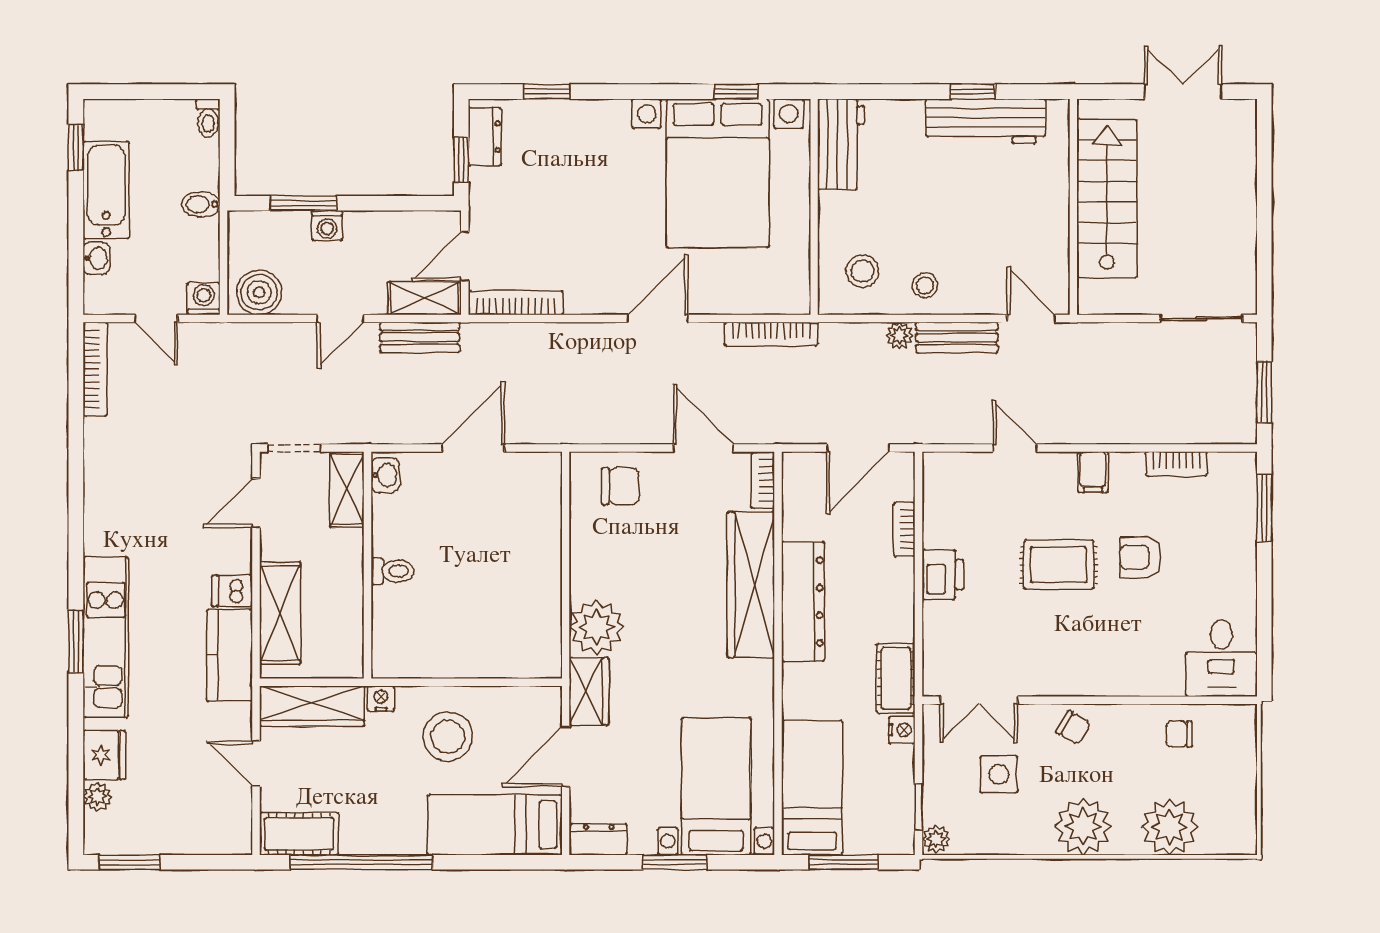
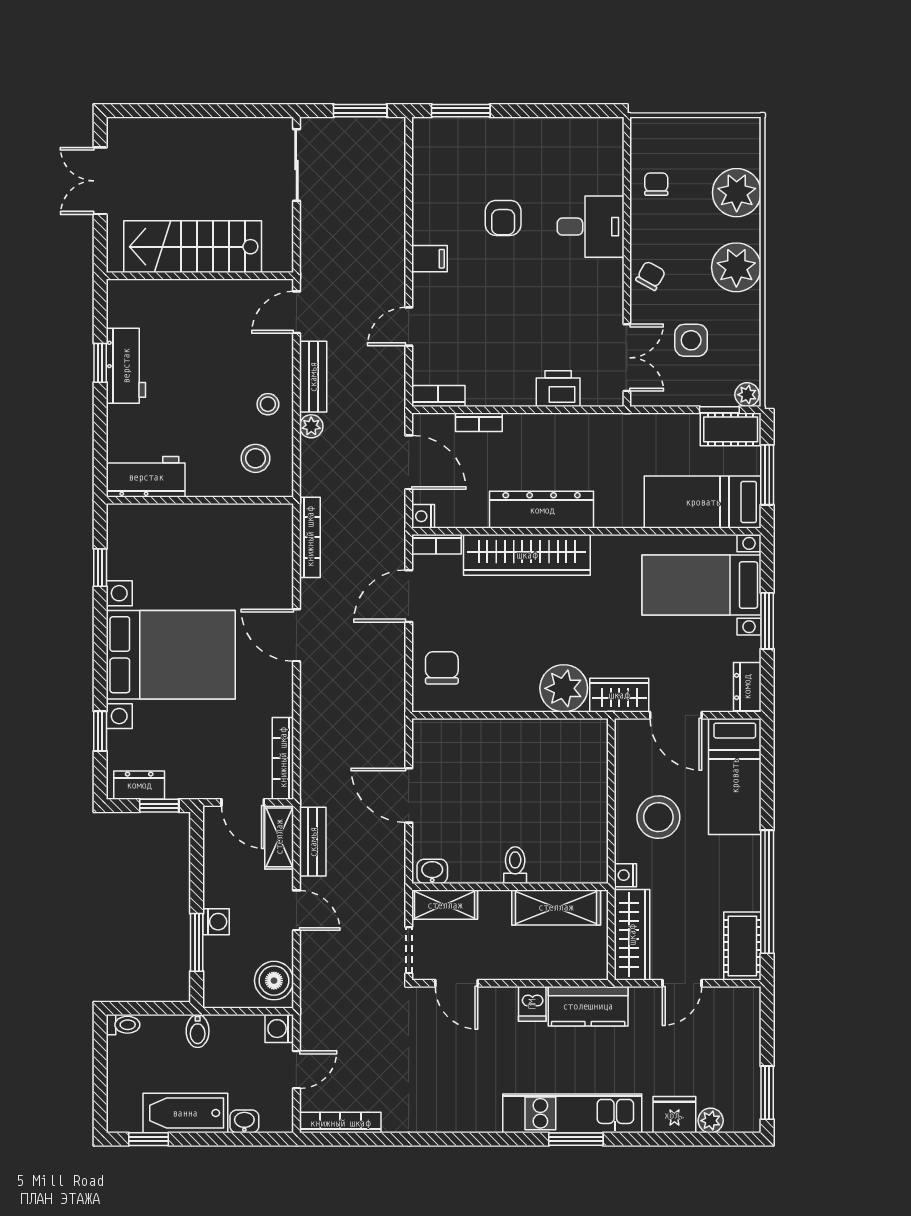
workbench: (986, 121) -> (126, 366), width x0.73
bed with nightstands: (718, 173) -> (171, 655), moved
bookcase: (1176, 464) -> (438, 396), moved, turned -90
rug: (1059, 565) -> (510, 288), removed
printer: (943, 575) -> (558, 389), moved
shelving: (280, 613) -> (556, 907), moved
desk: (1221, 658) -> (591, 227), moved
cot: (896, 678) -> (731, 429), moved
nightstand: (902, 730) -> (423, 516), moved, turned -90
chair: (1179, 734) -> (656, 184), turned 180

